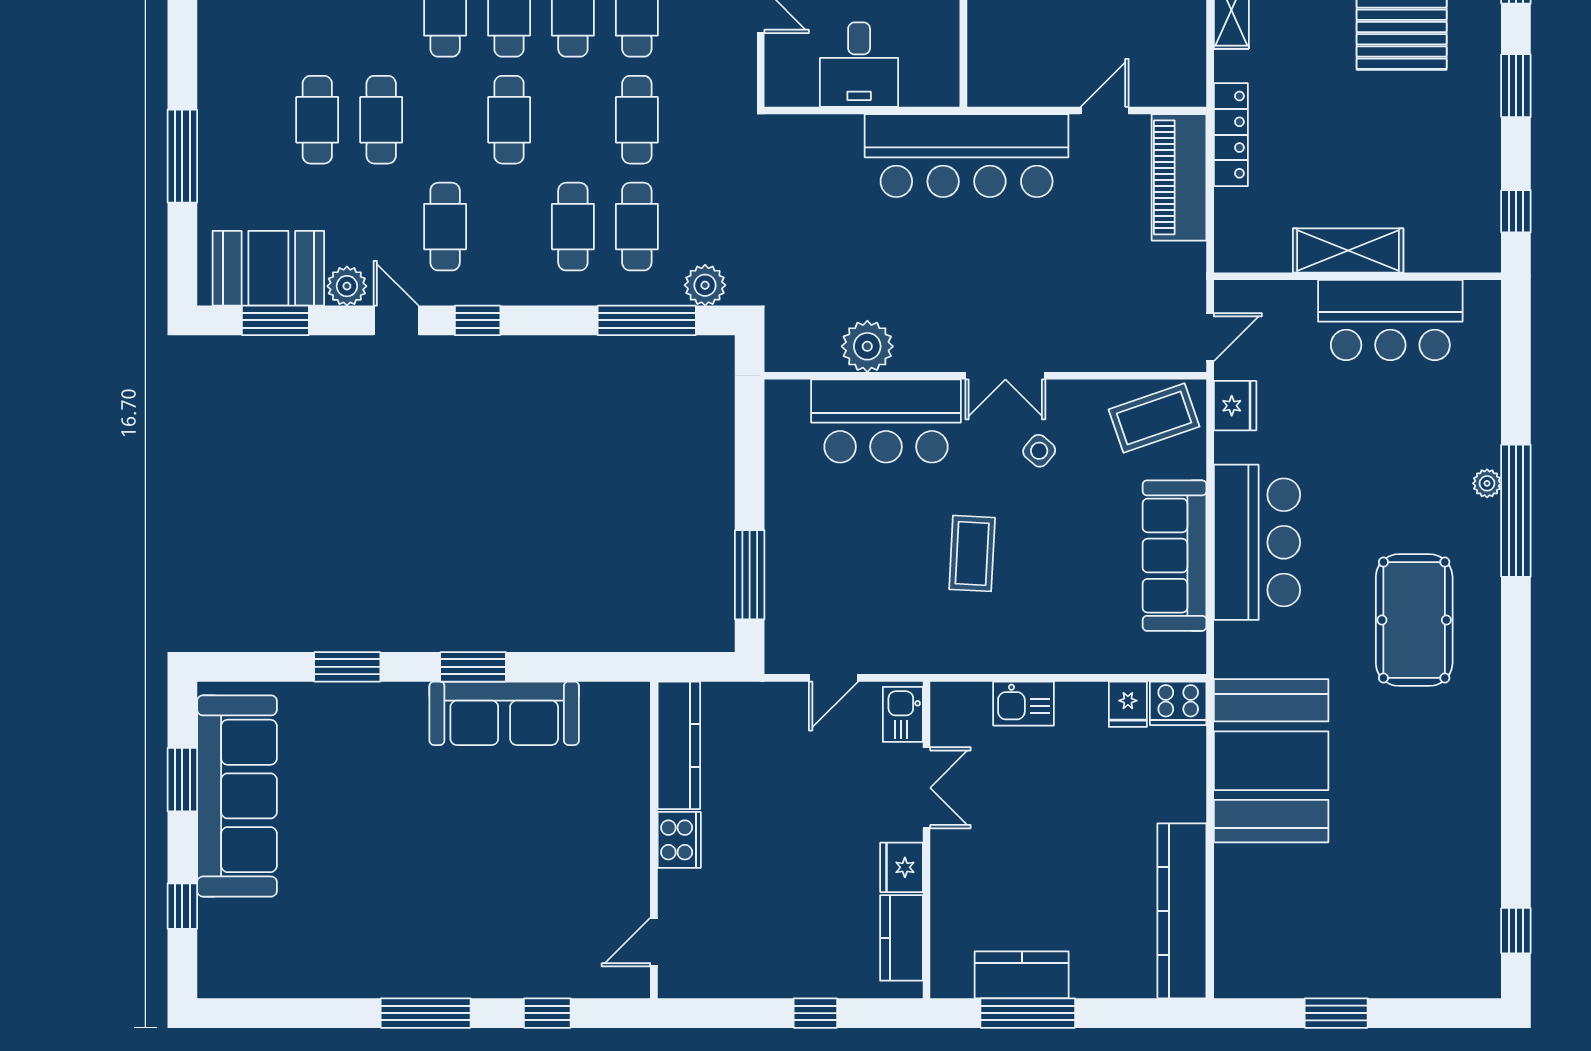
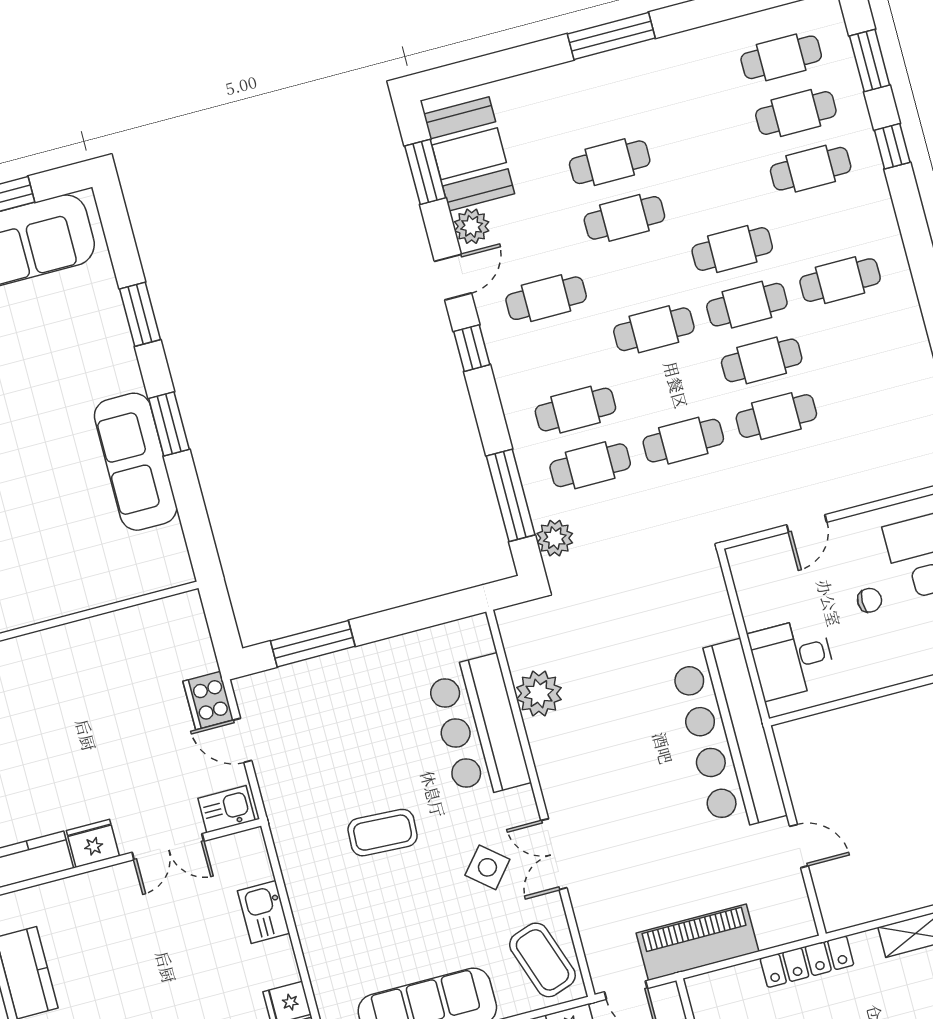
desk: (859, 65) -> (792, 658), moved
window: (182, 156) -> (611, 36), moved
piano: (1179, 177) -> (697, 942), moved
double door: (1005, 376) -> (554, 854), moved
side table: (1039, 451) -> (487, 867), width x1.37, depth x1.37
kitchen counter: (679, 745) -> (148, 621), removed
cooker: (679, 840) -> (208, 700), moved, turned 90

